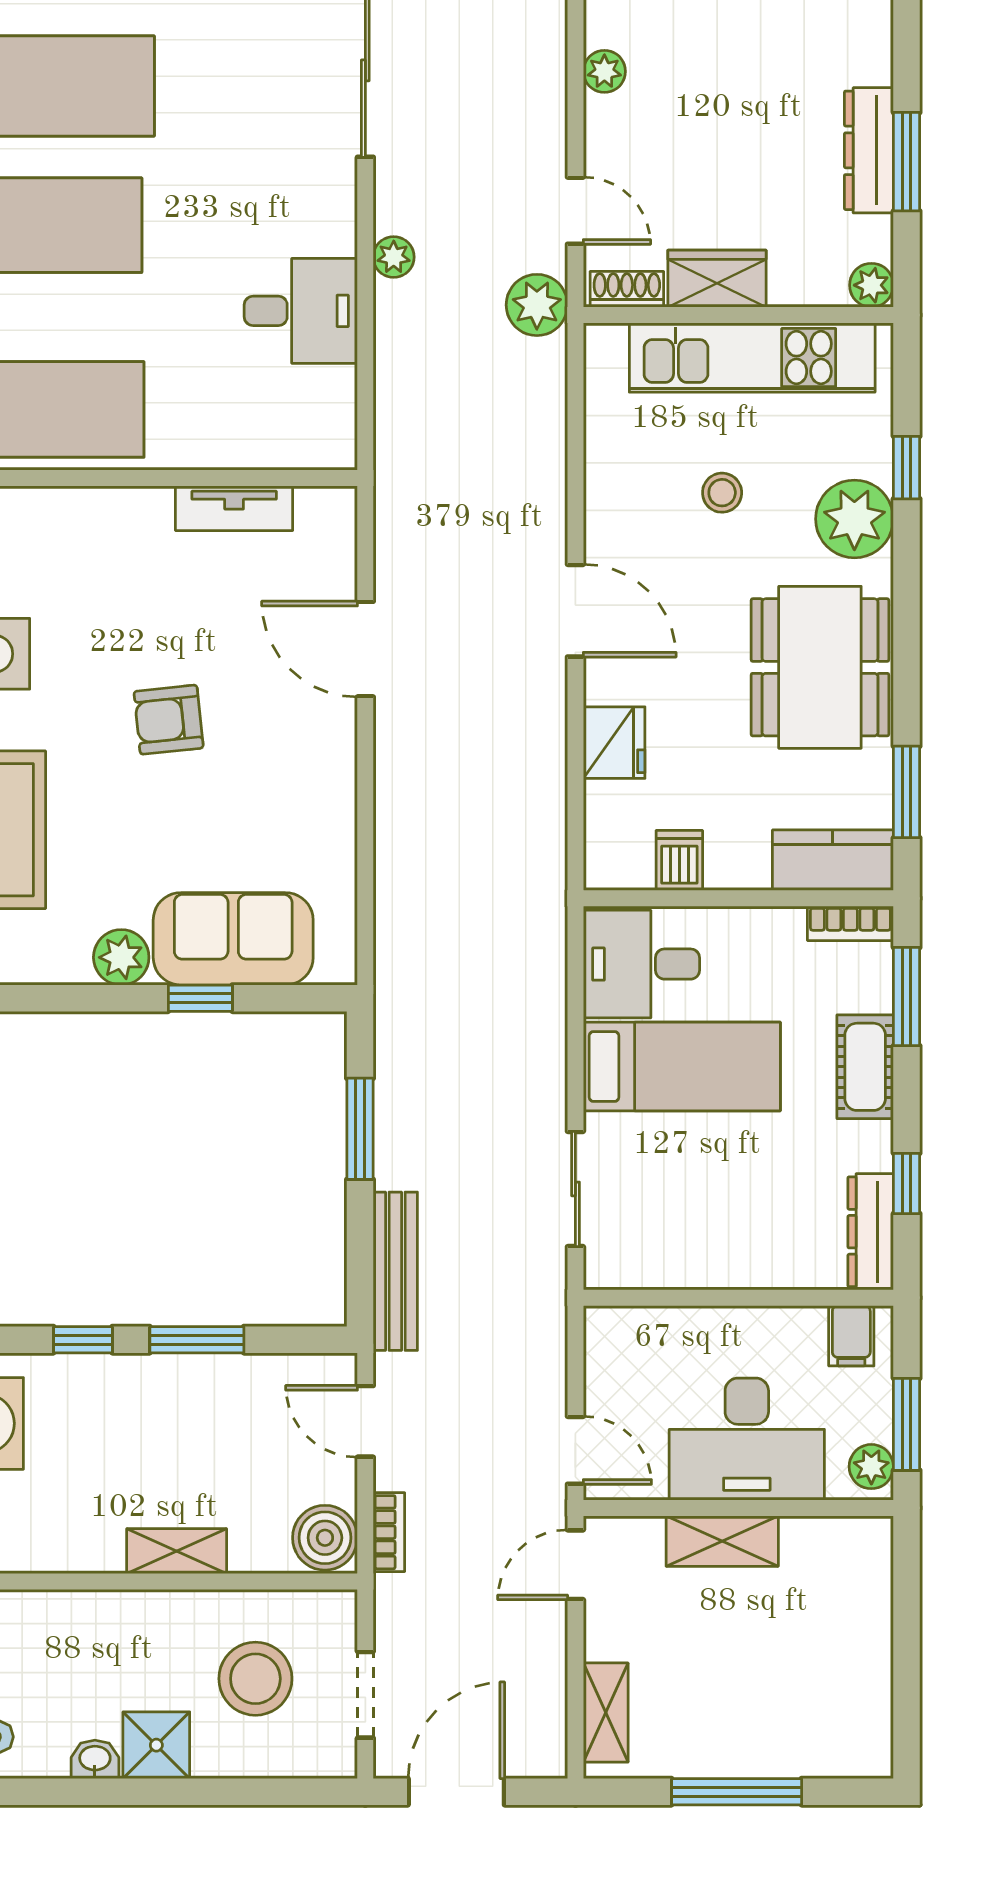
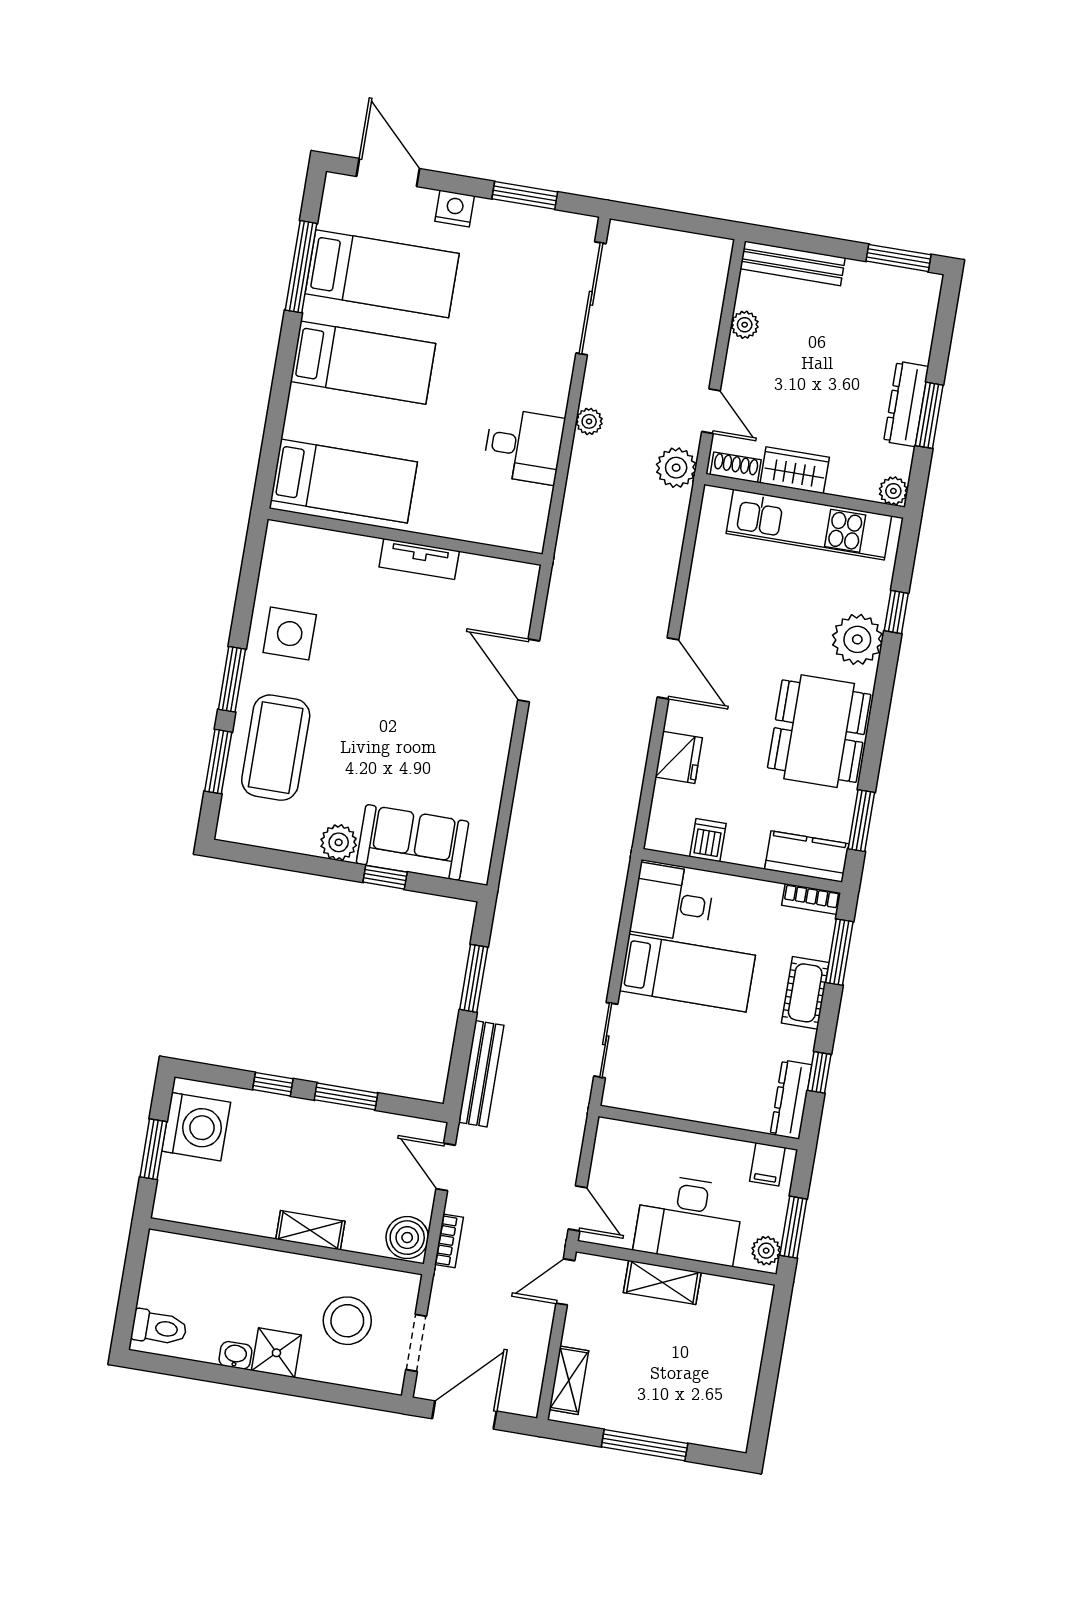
stool: (722, 493) -> (775, 608), removed
tv unit: (234, 508) -> (419, 559), moved
armchair: (169, 720) -> (395, 695), removed

